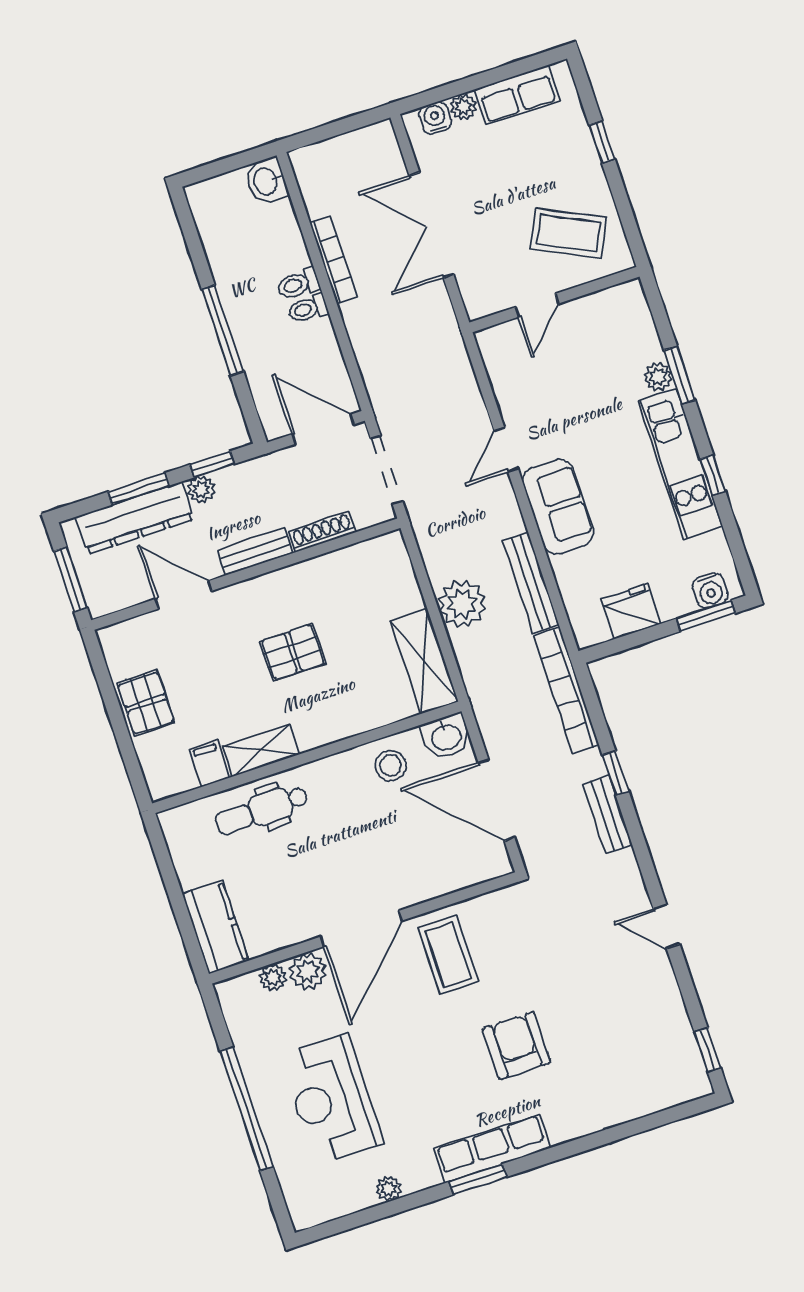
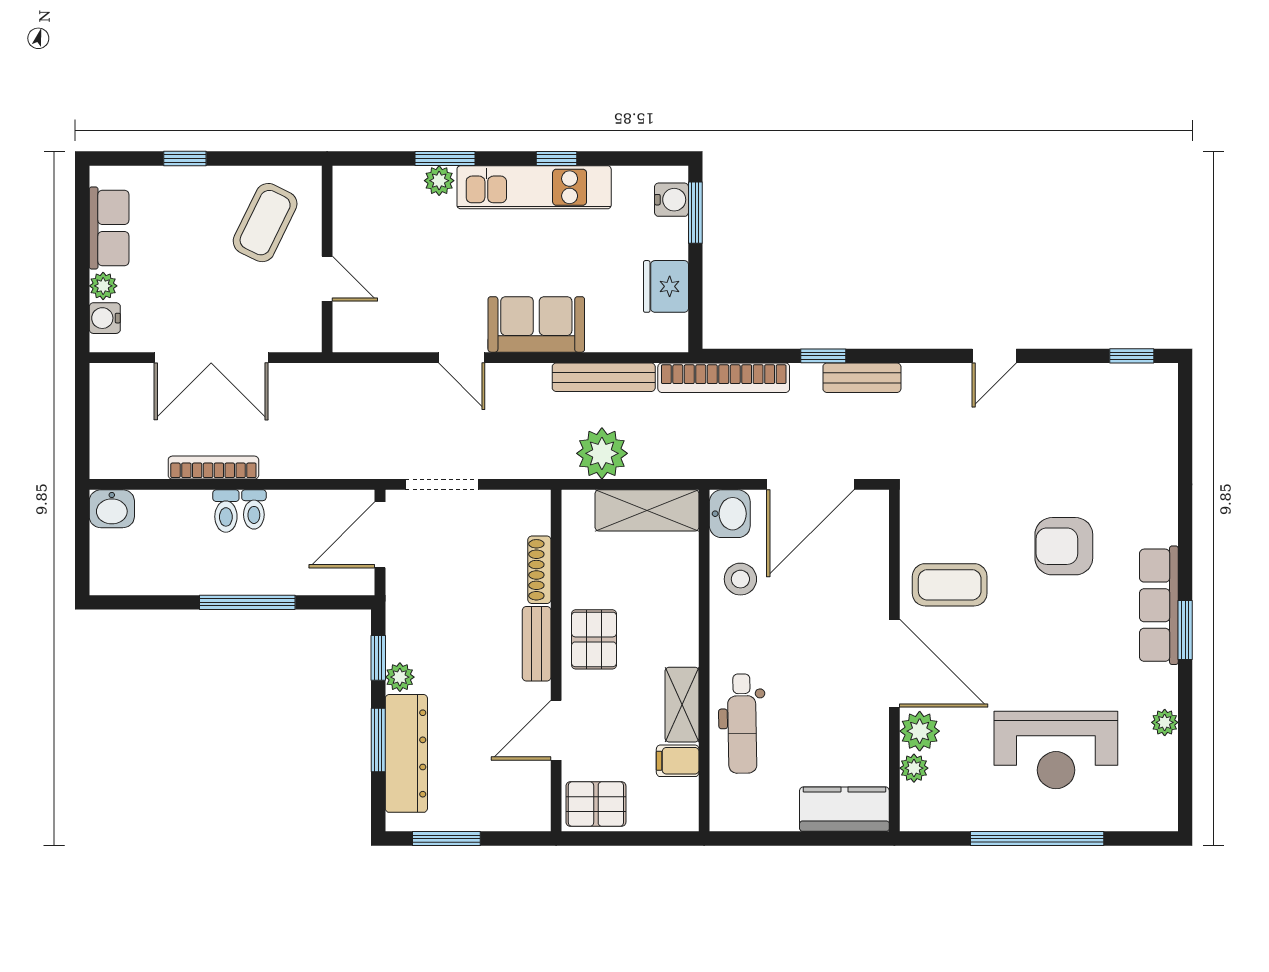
shoe rack: (322, 532) -> (539, 570), moved
bench: (255, 552) -> (537, 644), moved
wall: (246, 574) -> (556, 661), moved
door: (183, 595) -> (556, 730), moved

